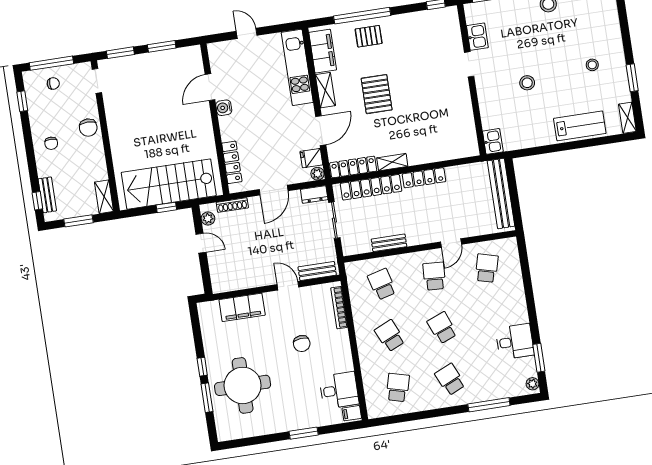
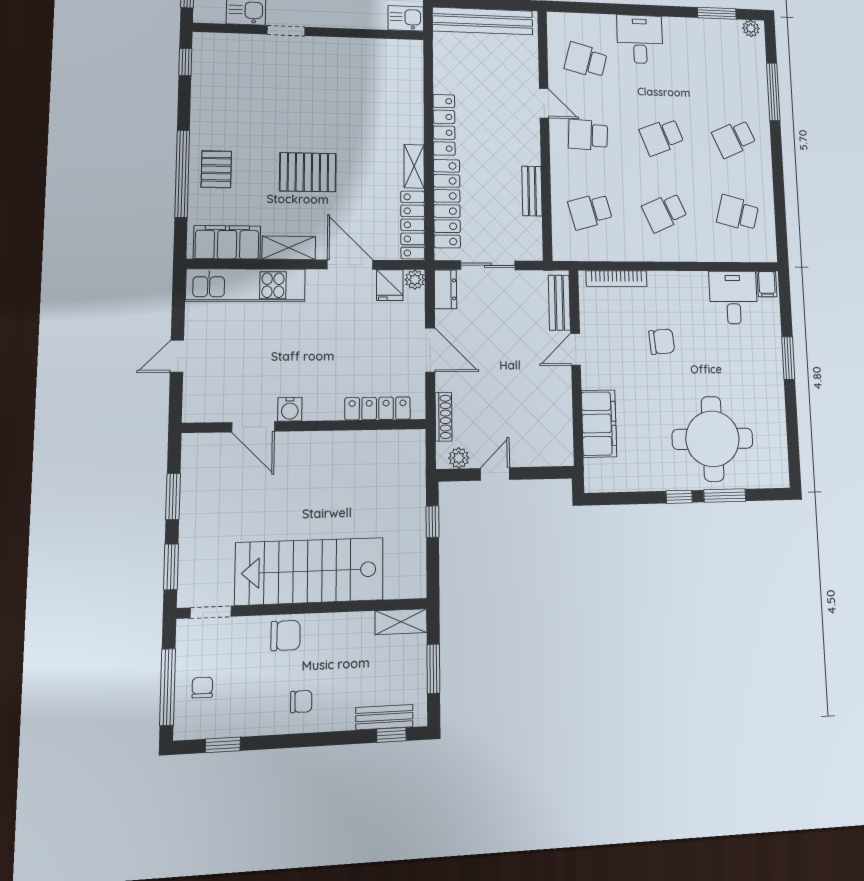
stairs: (169, 184) -> (310, 571), moved, turned 90
desk: (515, 342) -> (640, 39), moved

